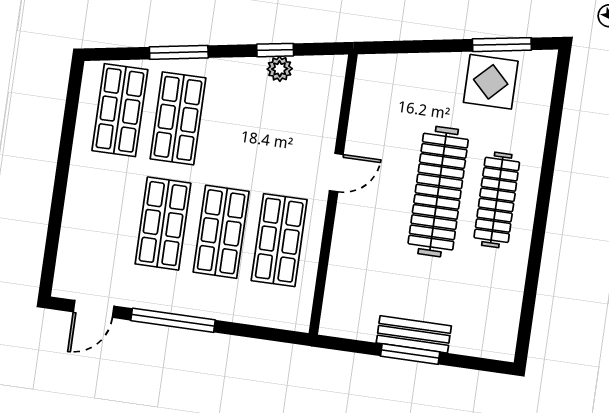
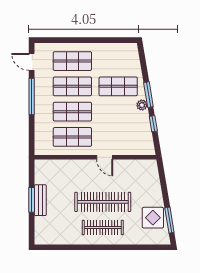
window: (179, 52) -> (148, 95), moved
plant: (280, 69) -> (142, 105), moved
shop shelf: (120, 110) -> (72, 61), moved

